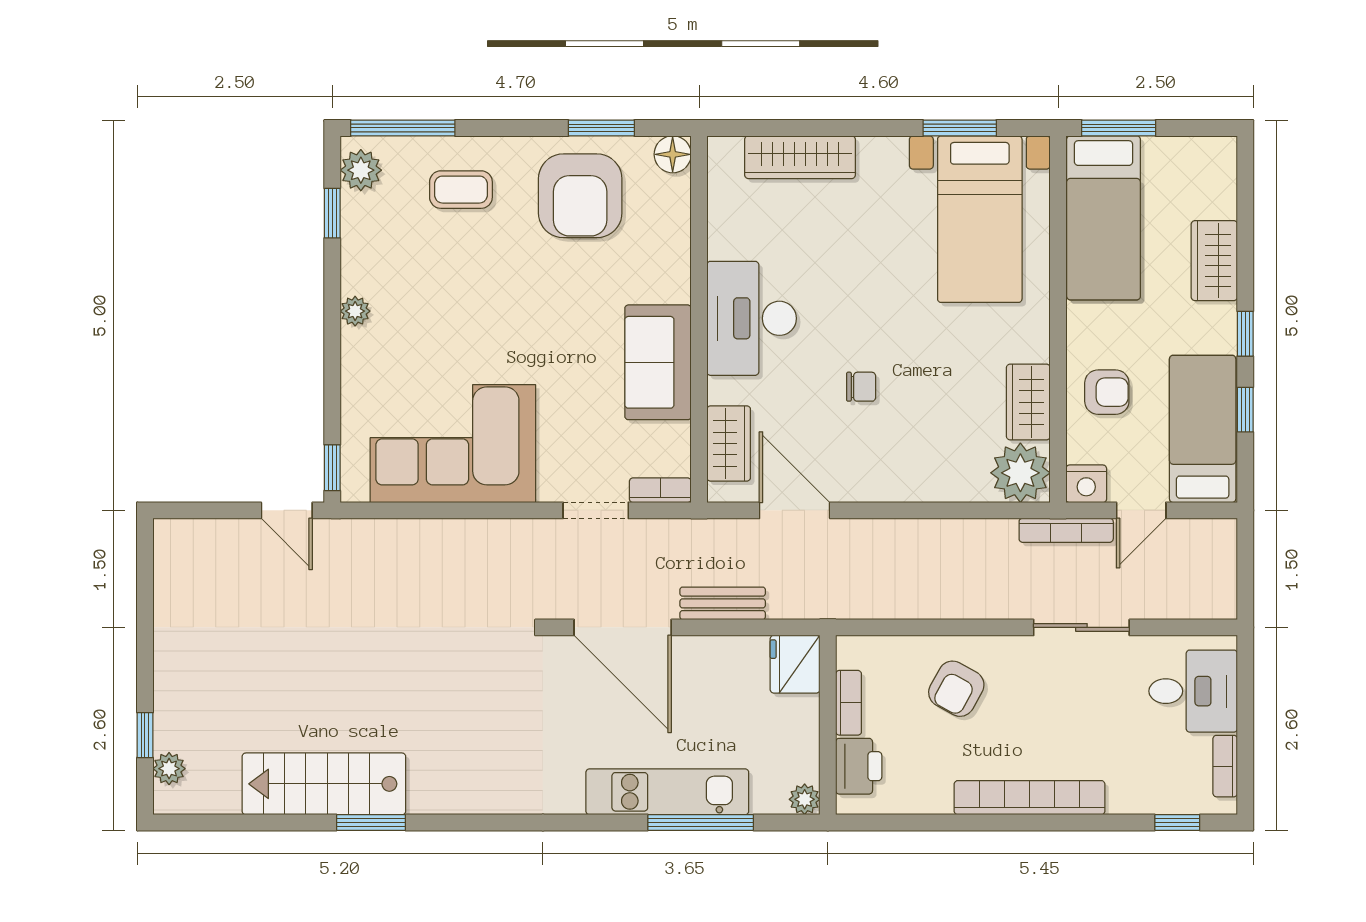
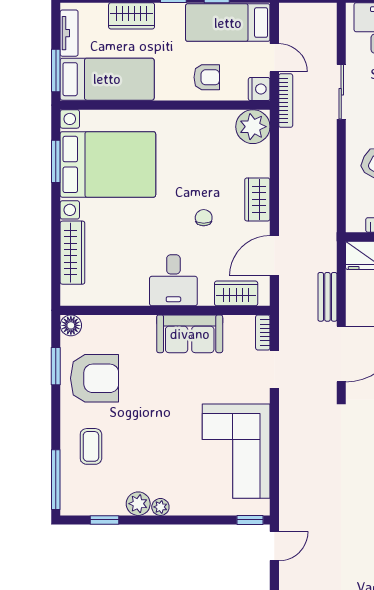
tv unit: (1184, 151) -> (69, 33), added
plant: (361, 170) -> (138, 504), moved
bed with nightstands: (980, 219) -> (108, 164), width x1.36
desk: (752, 318) -> (173, 280), width x0.73
armchair: (1107, 392) -> (207, 77), turned 90
wardrobe: (1028, 402) -> (257, 199), moved, turned 90

